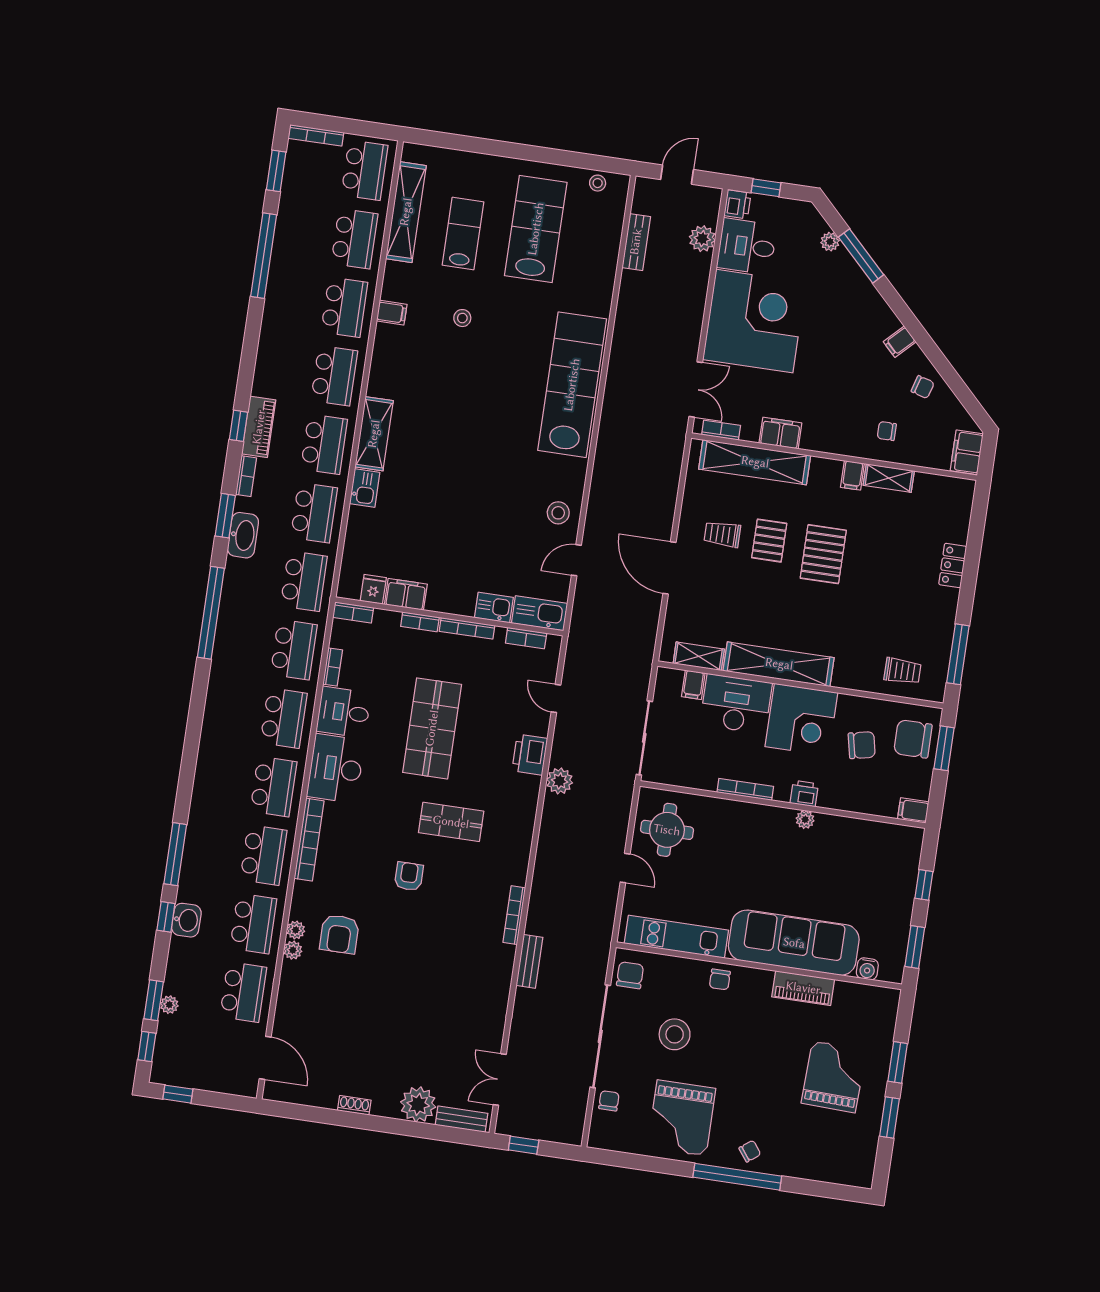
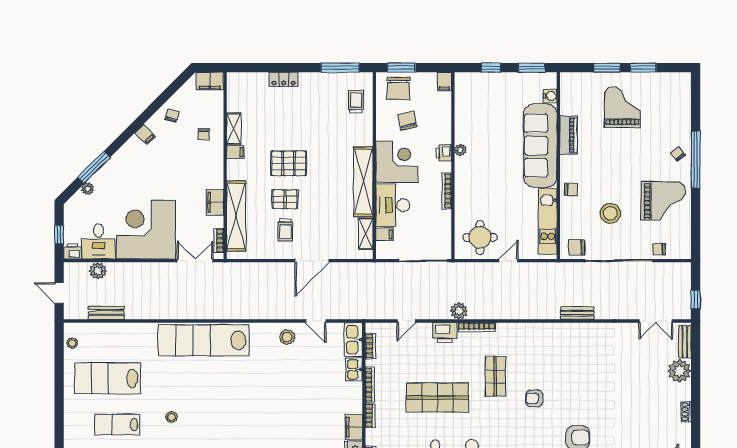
bookcase: (514, 915) -> (477, 327), moved
grand piano: (834, 1077) -> (622, 107), turned 88

